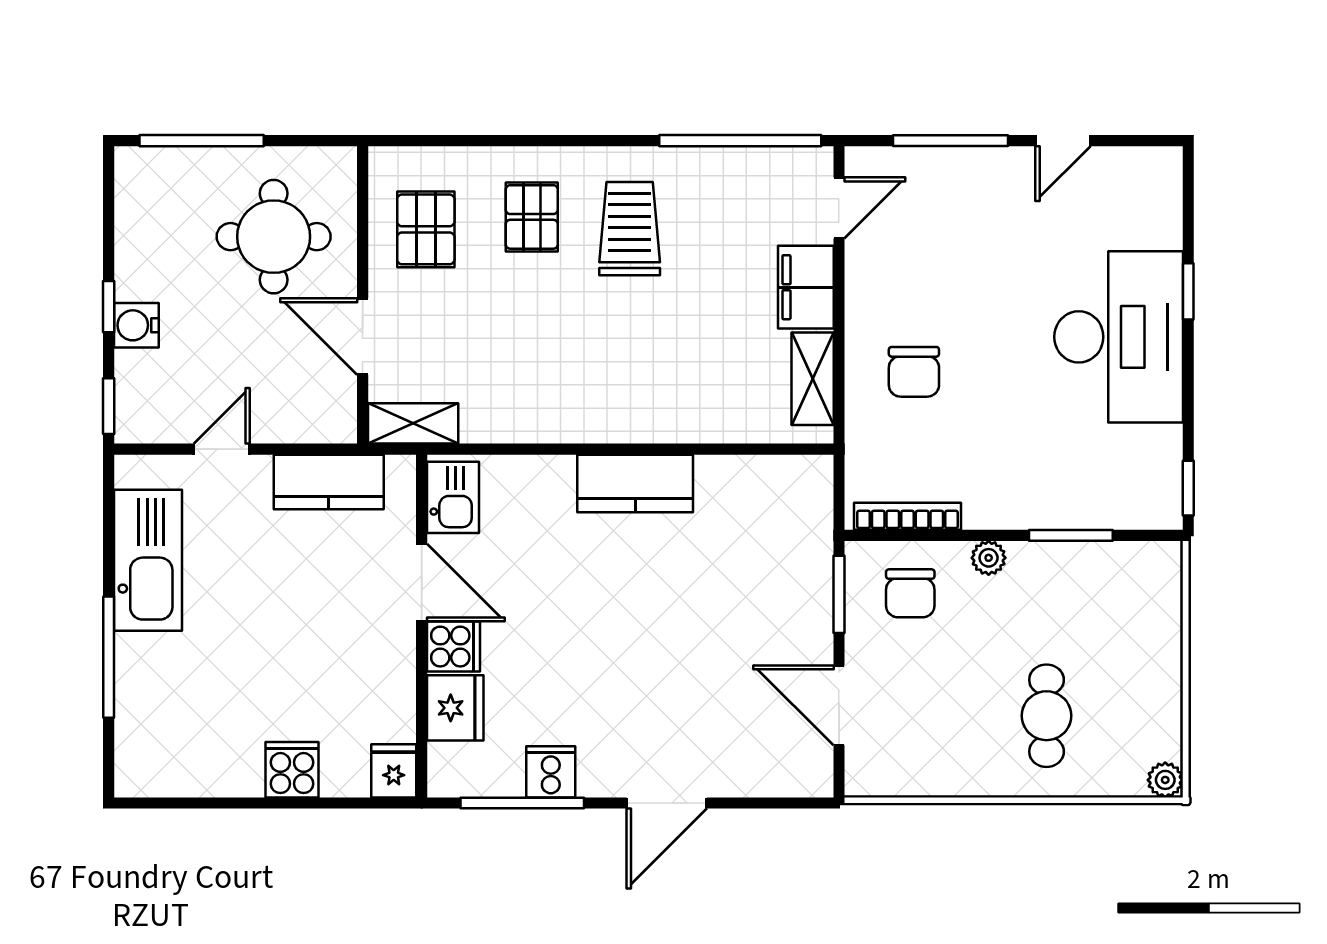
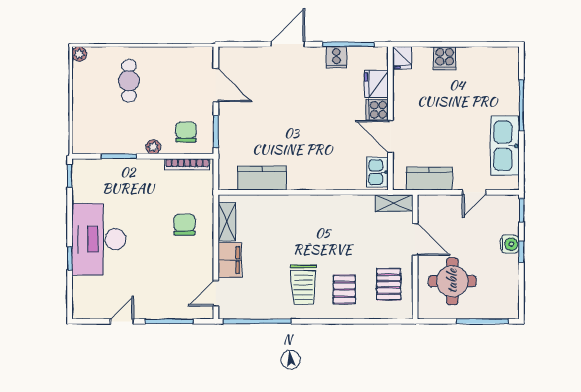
kitchen counter: (635, 483) -> (262, 178), moved

